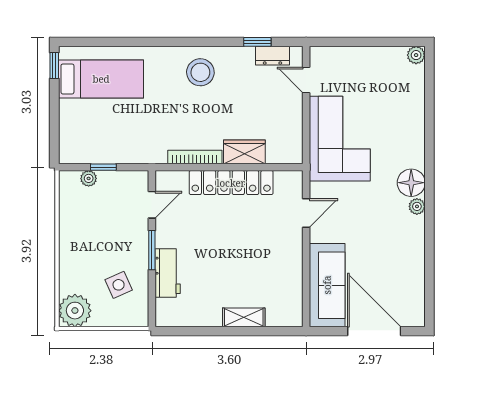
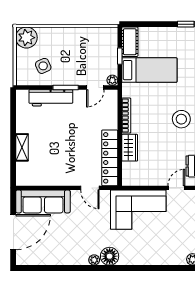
bed: (101, 79) -> (149, 70), moved, turned -90
cot: (81, 152) -> (130, 42), added
plant: (89, 178) -> (112, 80), moved
locker: (231, 183) -> (110, 158), moved
door: (152, 205) -> (95, 88), hinge flipped
workbench: (168, 273) -> (51, 98), width x1.38

